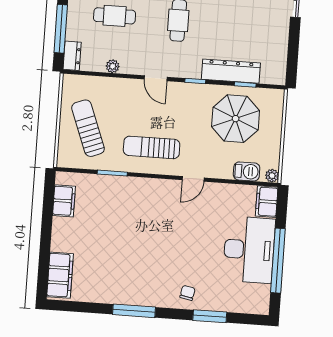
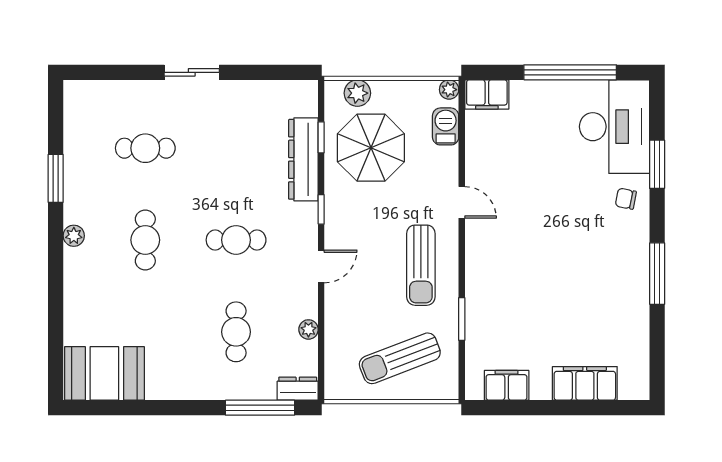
plant: (274, 112) -> (357, 93), added
desk: (249, 250) -> (614, 127), moved, turned 90
filing cabinet: (60, 275) -> (585, 383), moved

